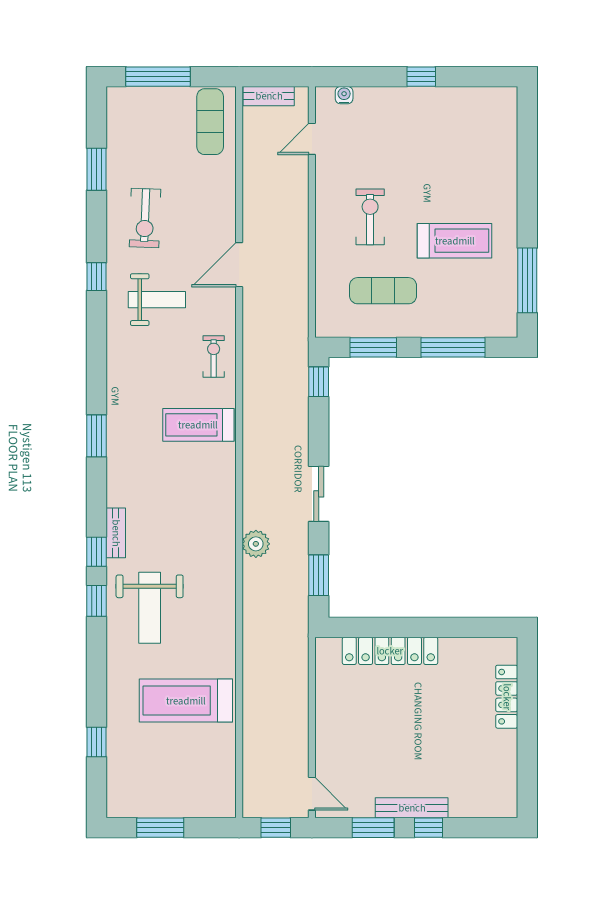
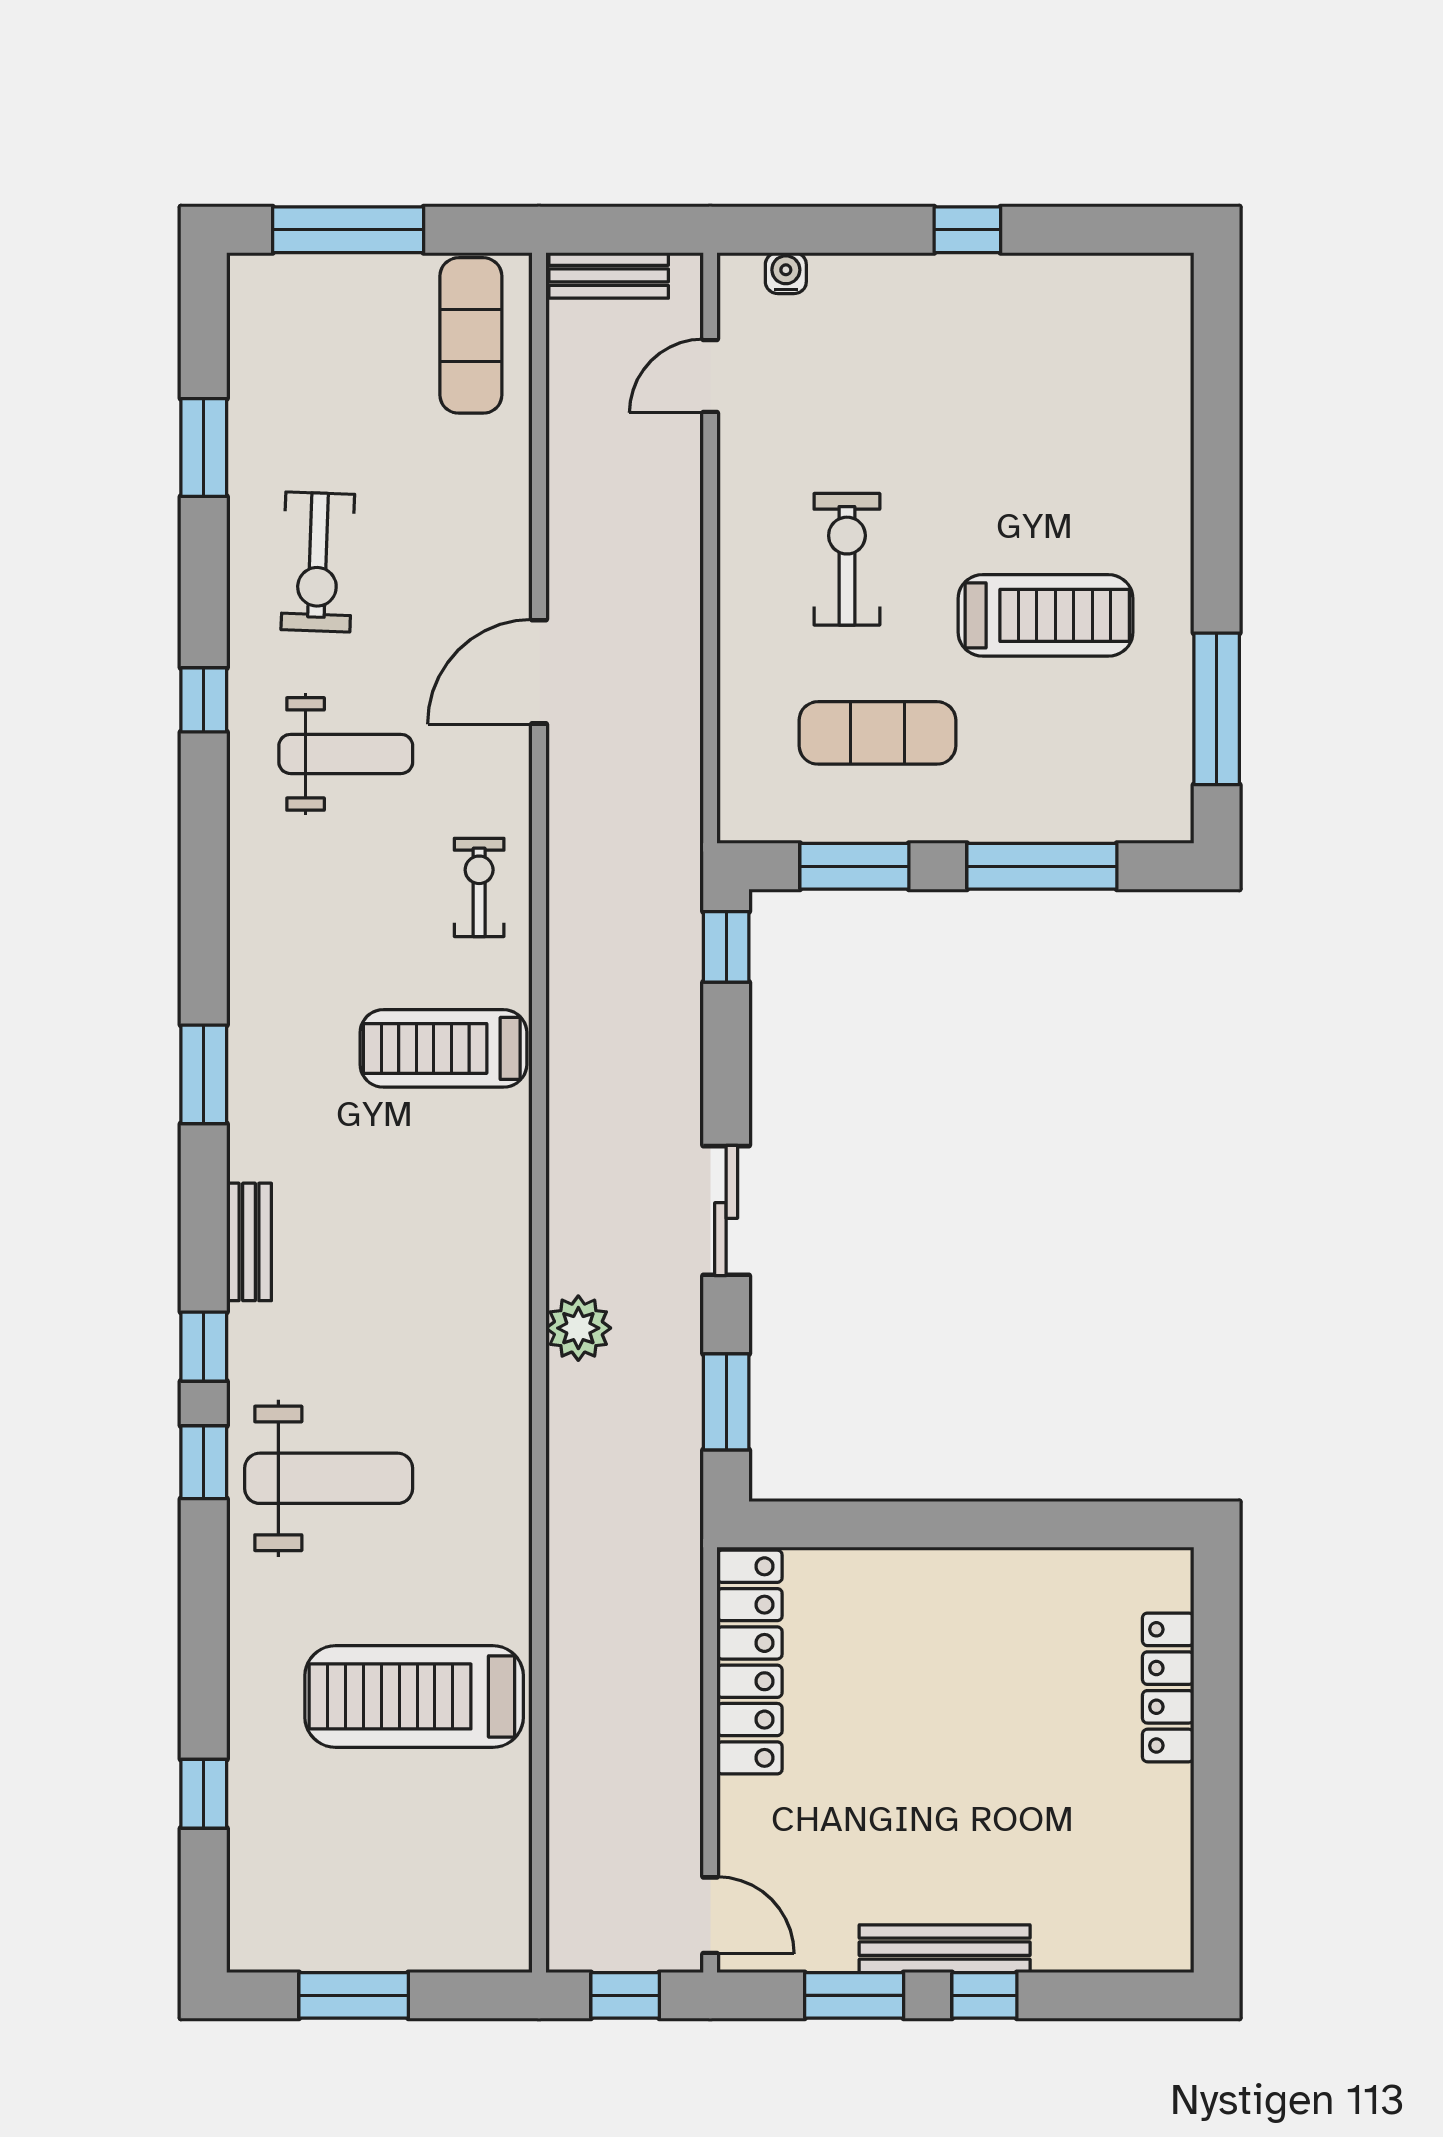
bench: (116, 533) -> (249, 1242), moved
weight bench: (150, 608) -> (329, 1478), turned -90
locker: (390, 651) -> (750, 1662), moved, turned -90

